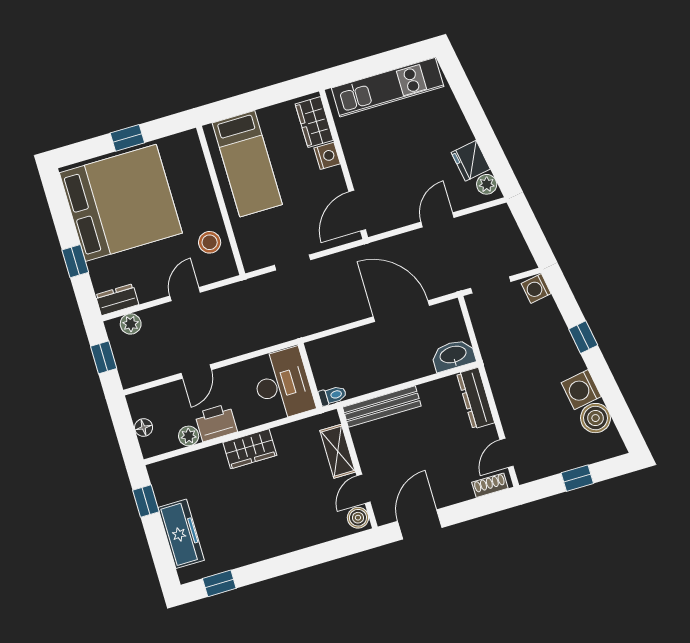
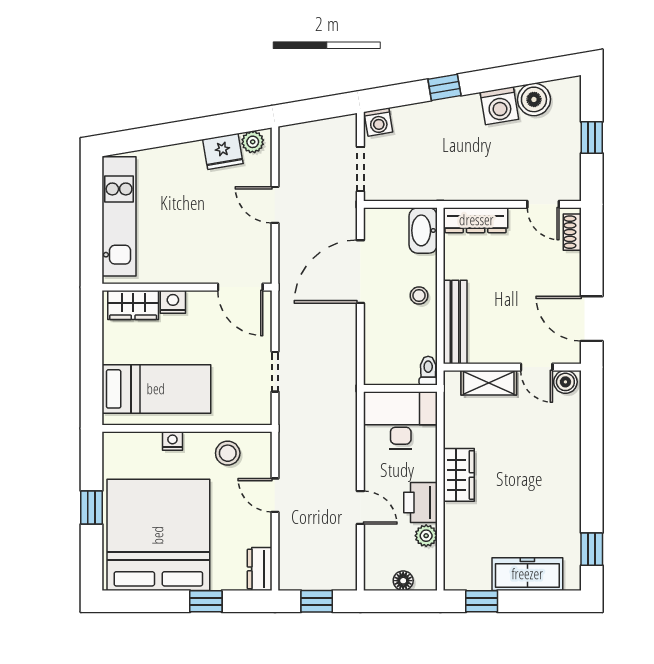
nightstand: (206, 191) -> (172, 441), added
plant: (131, 324) -> (290, 562), removed
stool: (396, 368) -> (419, 296), added

